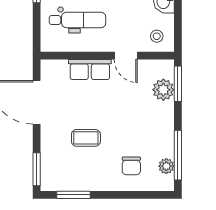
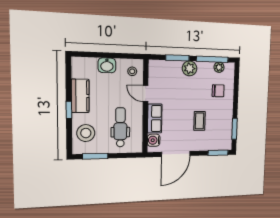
door: (126, 56) -> (146, 94), swing flipped
water cooler: (58, 68) -> (154, 140), added
window: (178, 84) -> (177, 58), moved
plant: (163, 90) -> (190, 68), moved

